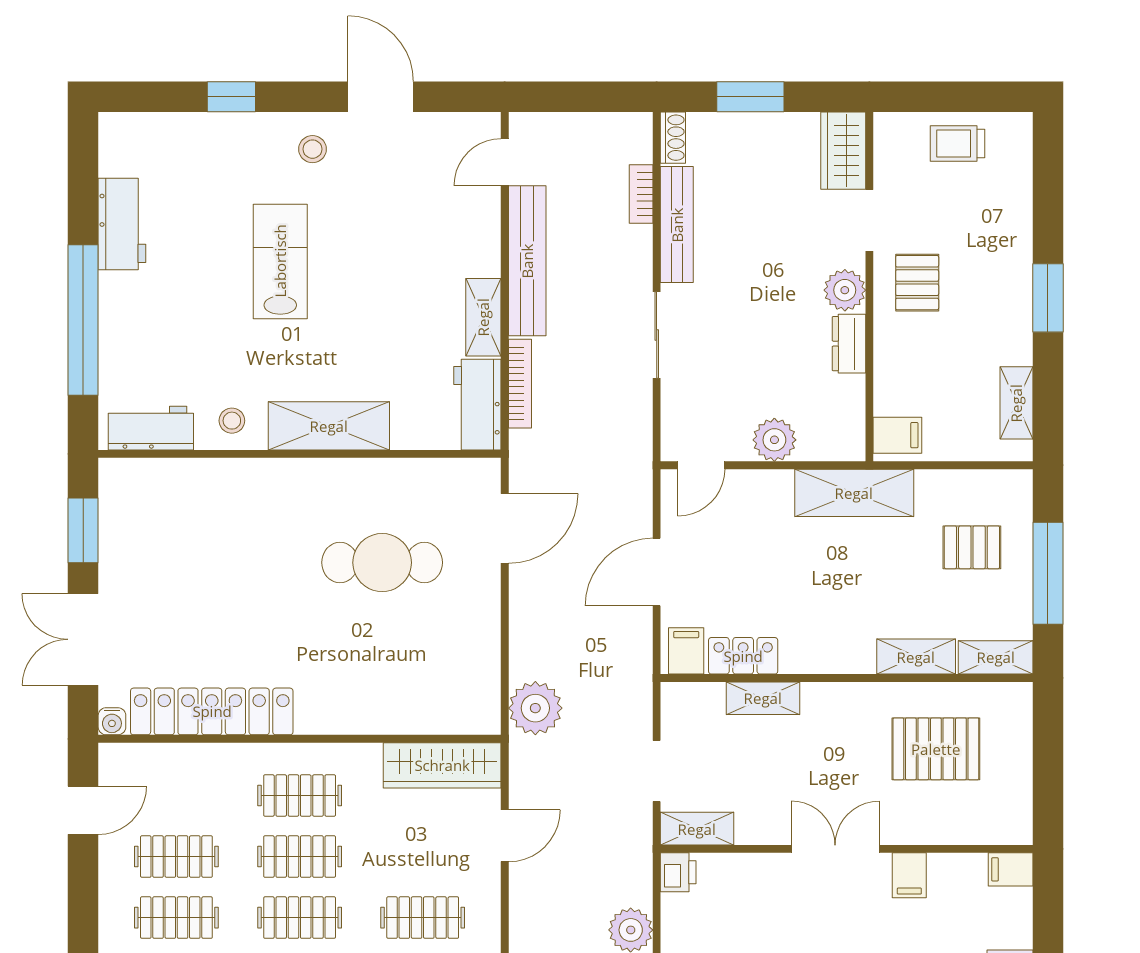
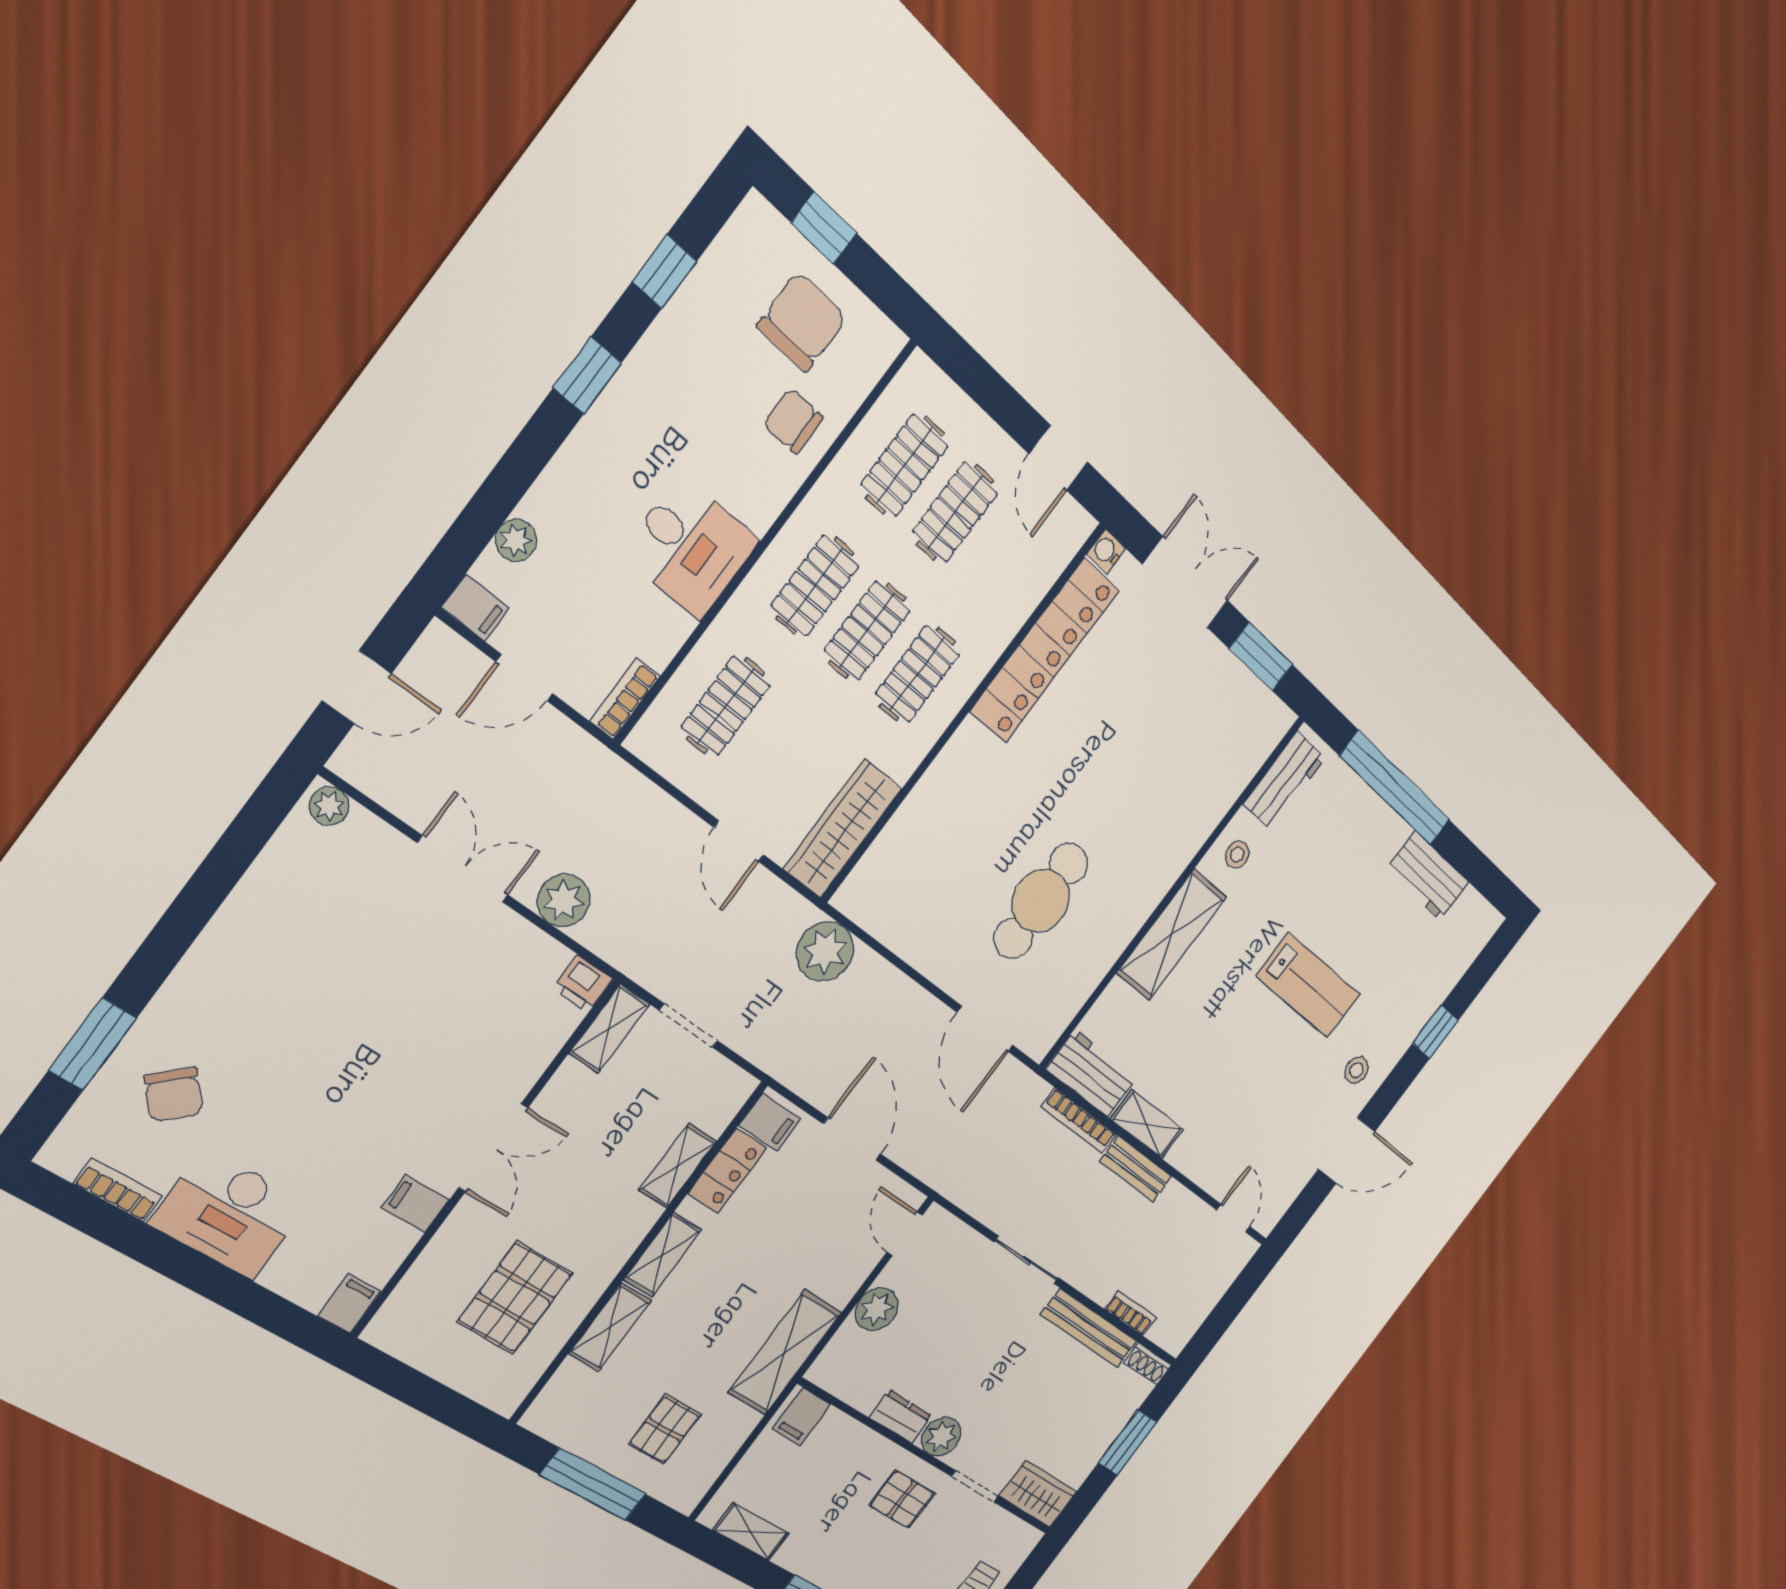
bench: (527, 261) -> (1136, 1169), width x0.54, depth x0.82
shelving: (996, 657) -> (663, 1255), moved

